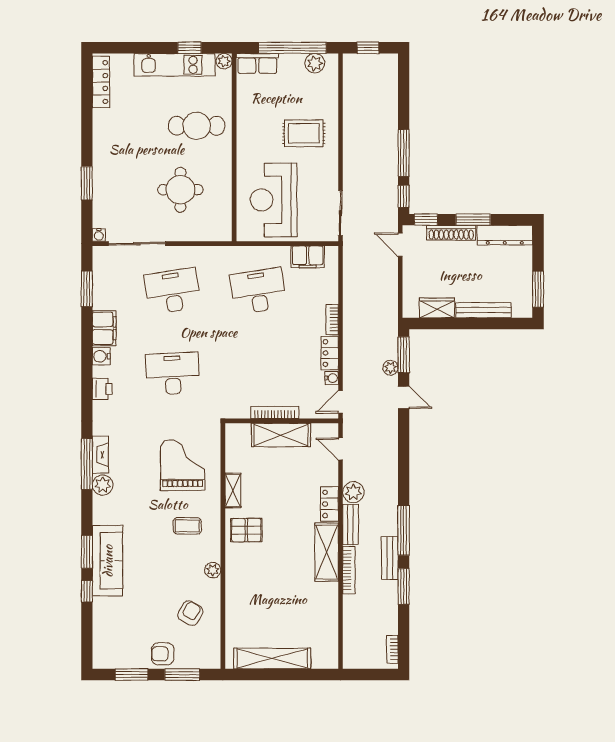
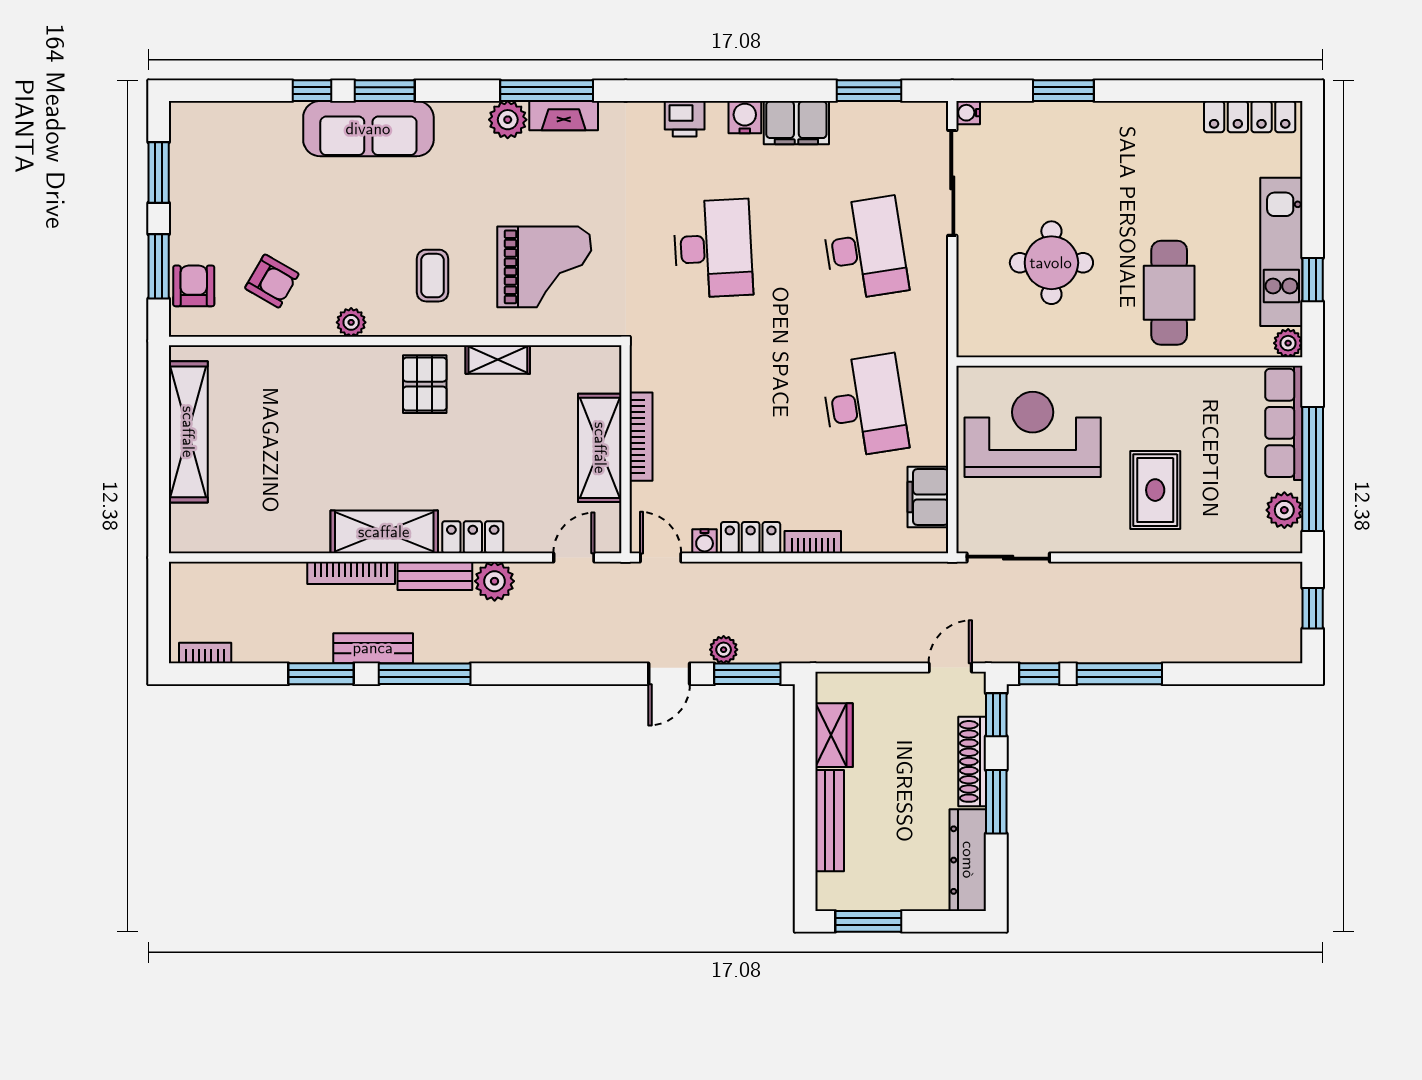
row of seats: (257, 63) -> (1284, 423), width x1.48
armchair: (163, 654) -> (194, 286), moved

